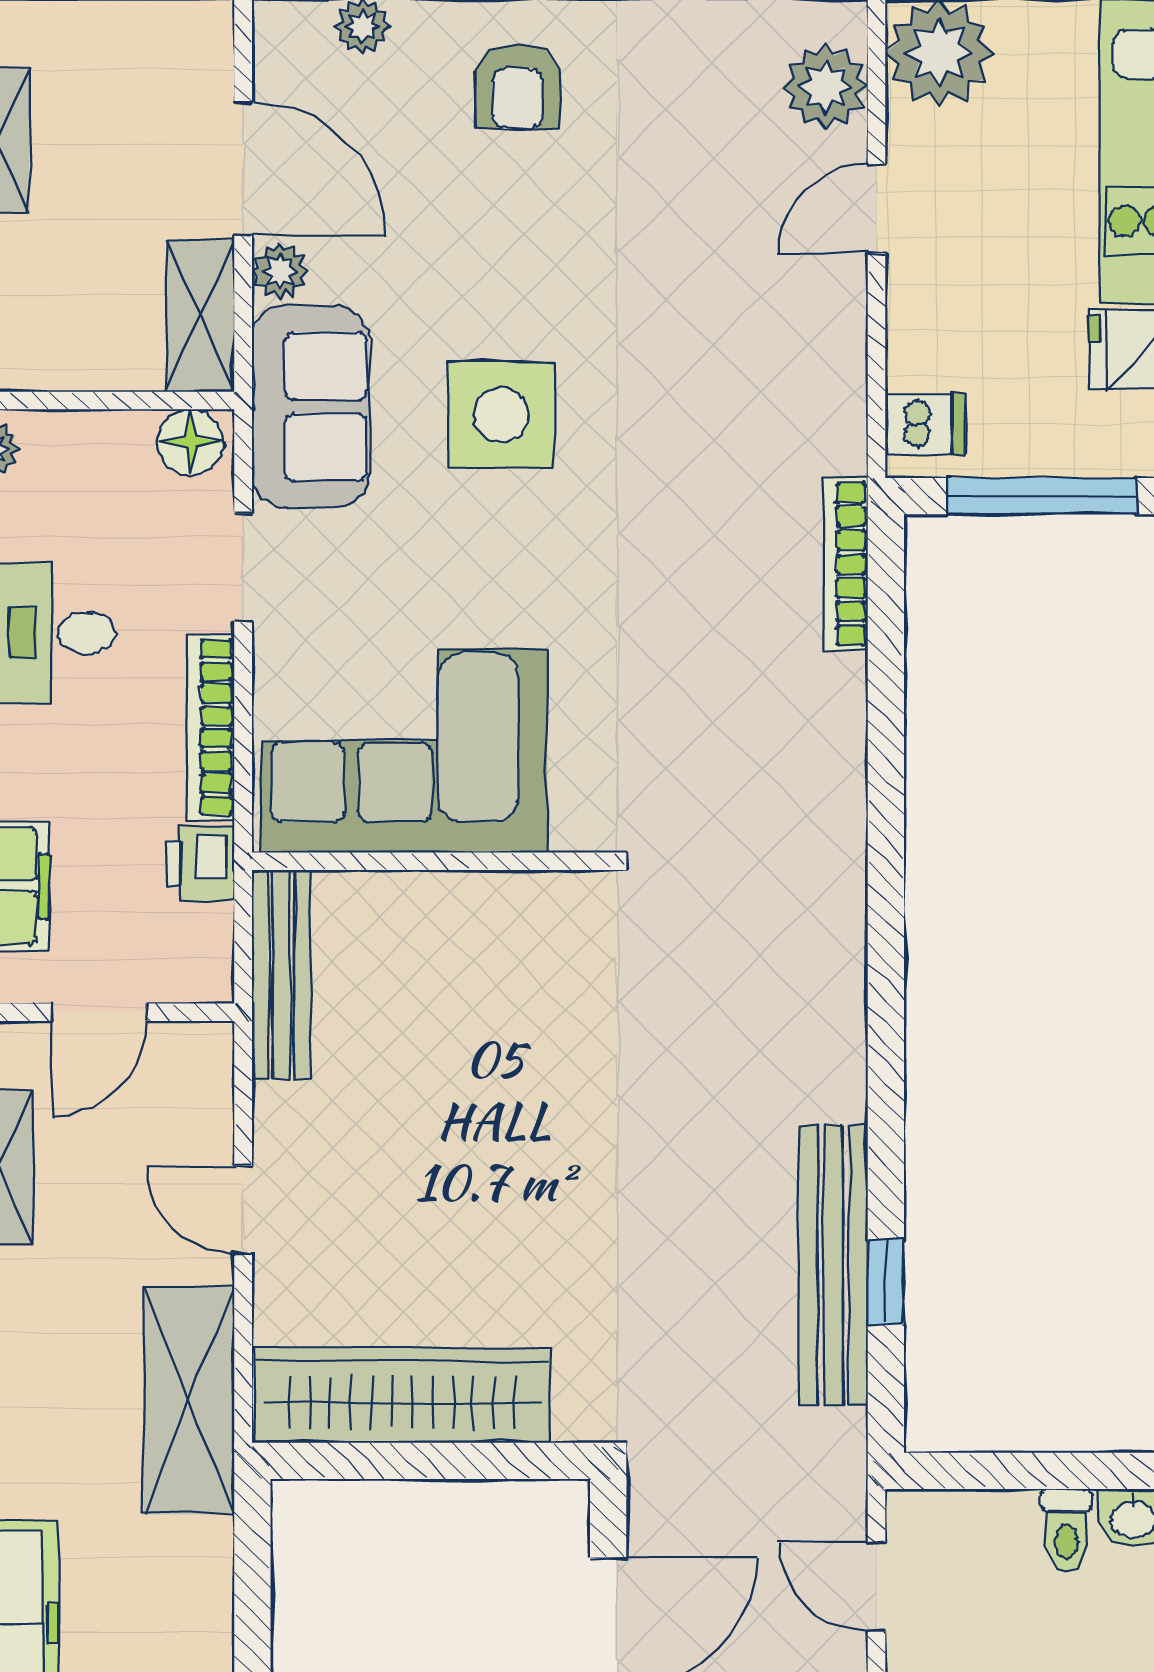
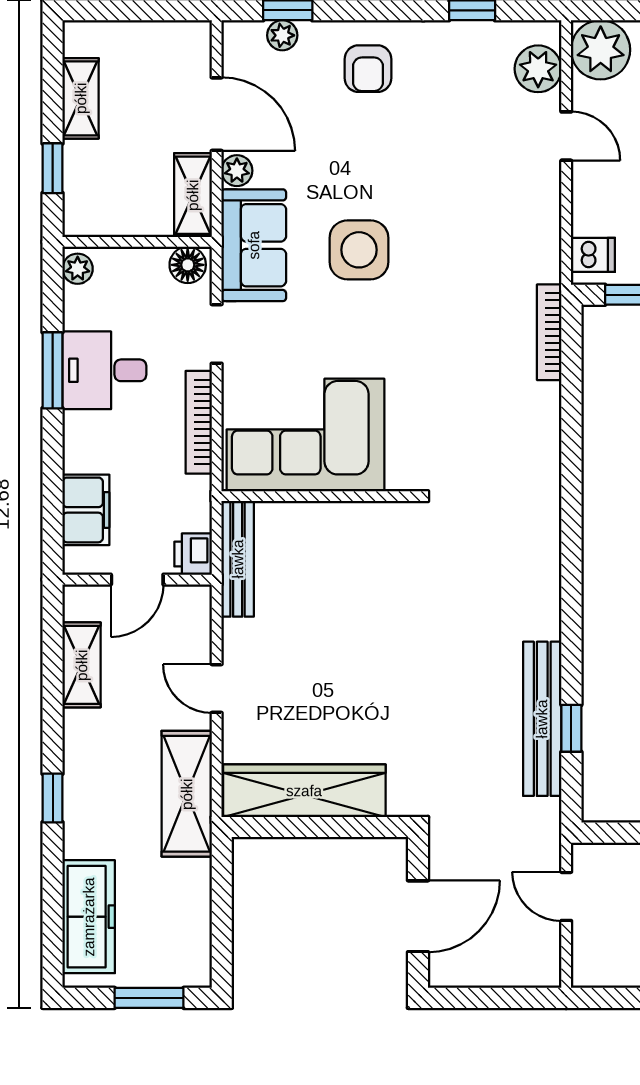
door: (877, 209) -> (566, 136), swing flipped
printer: (200, 863) -> (193, 554), moved

